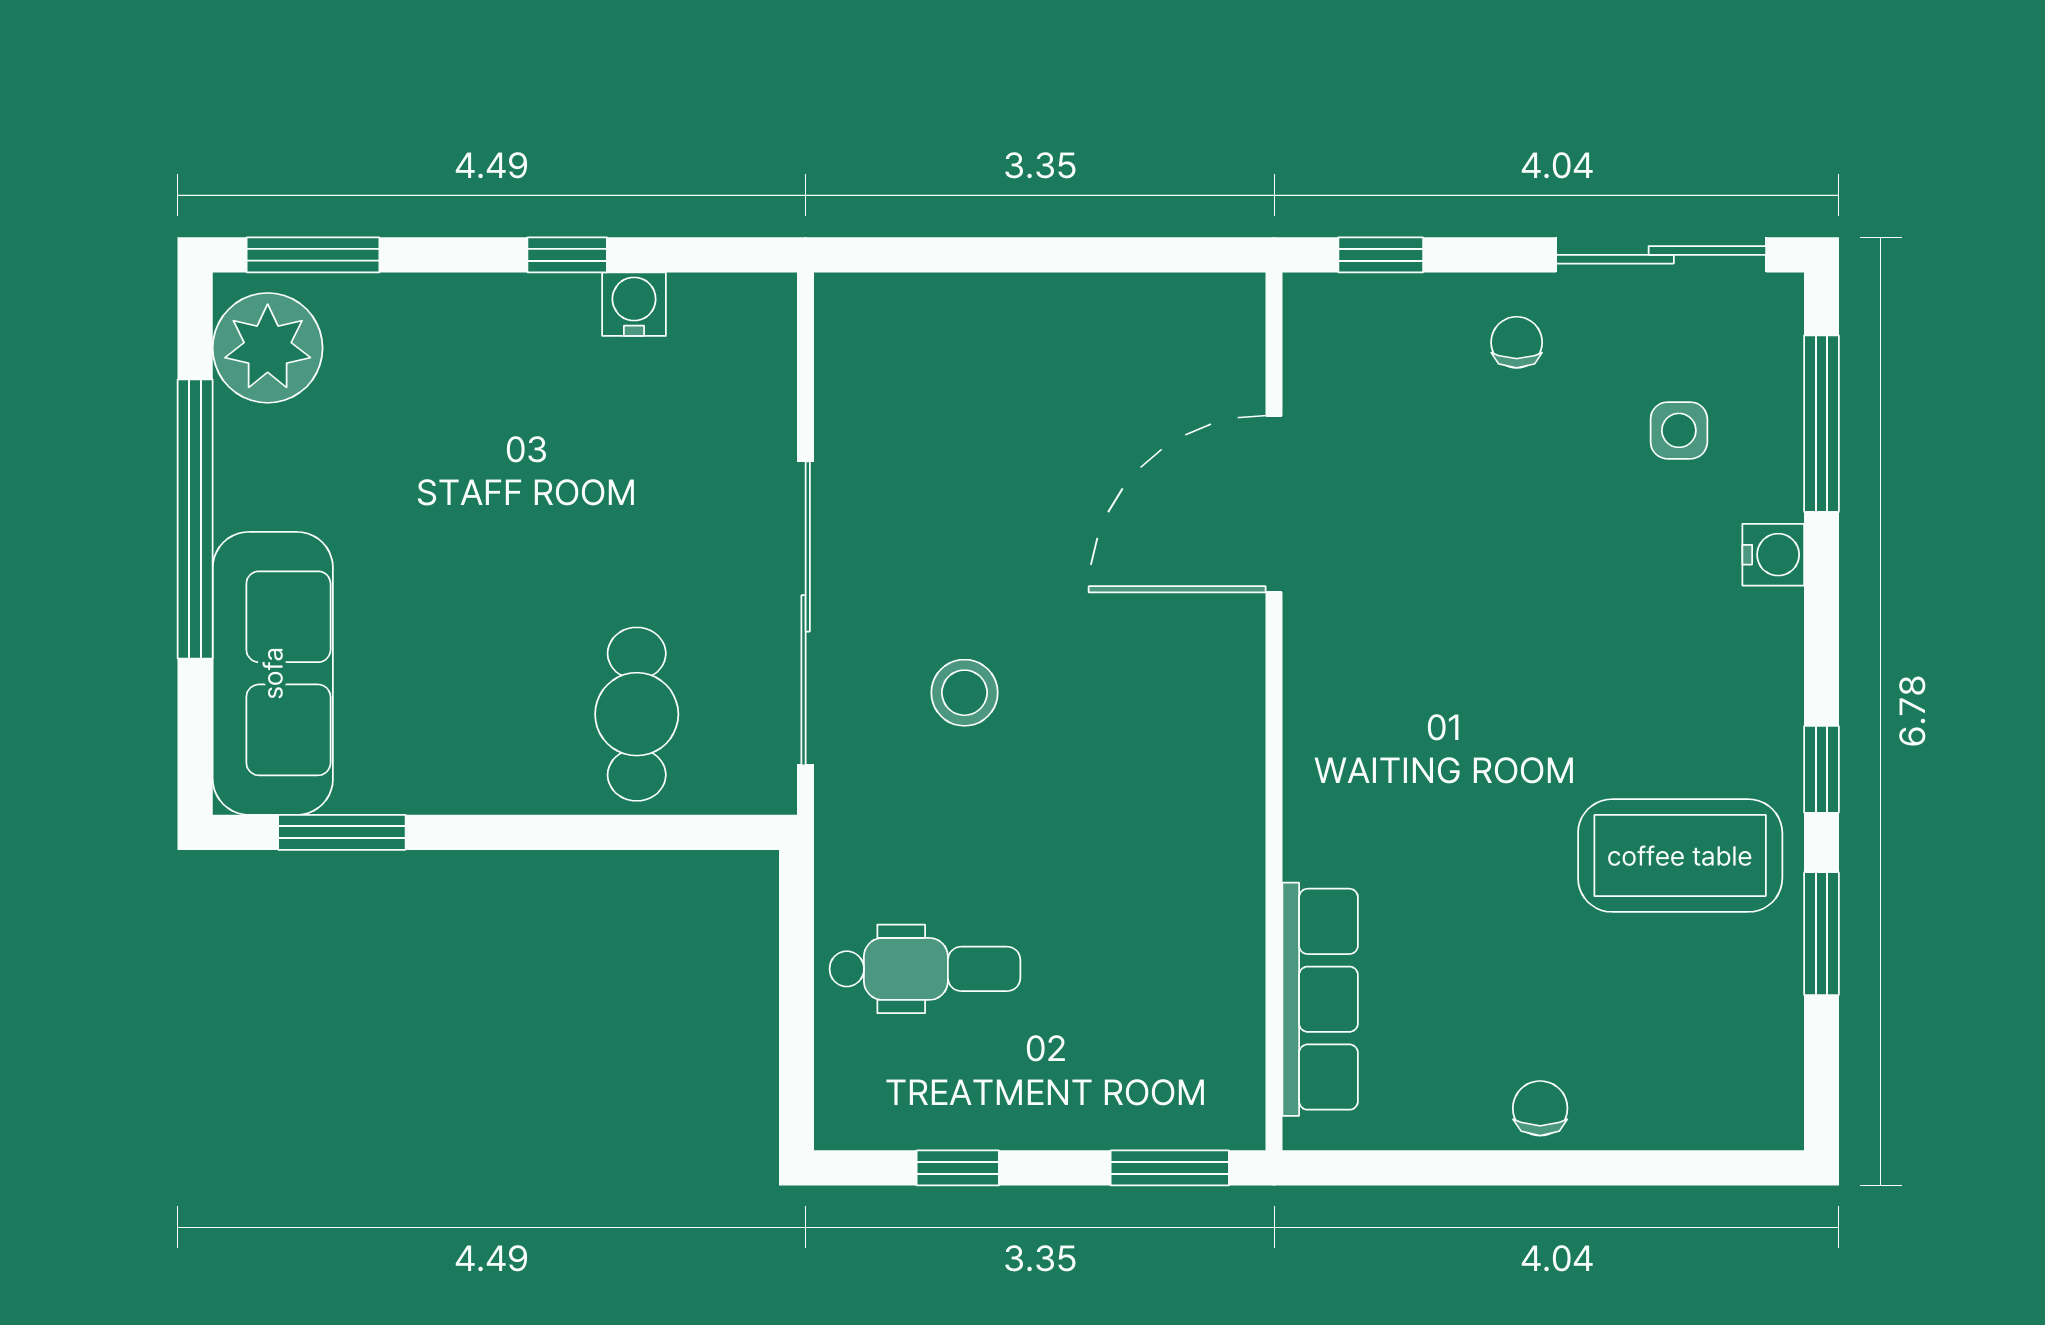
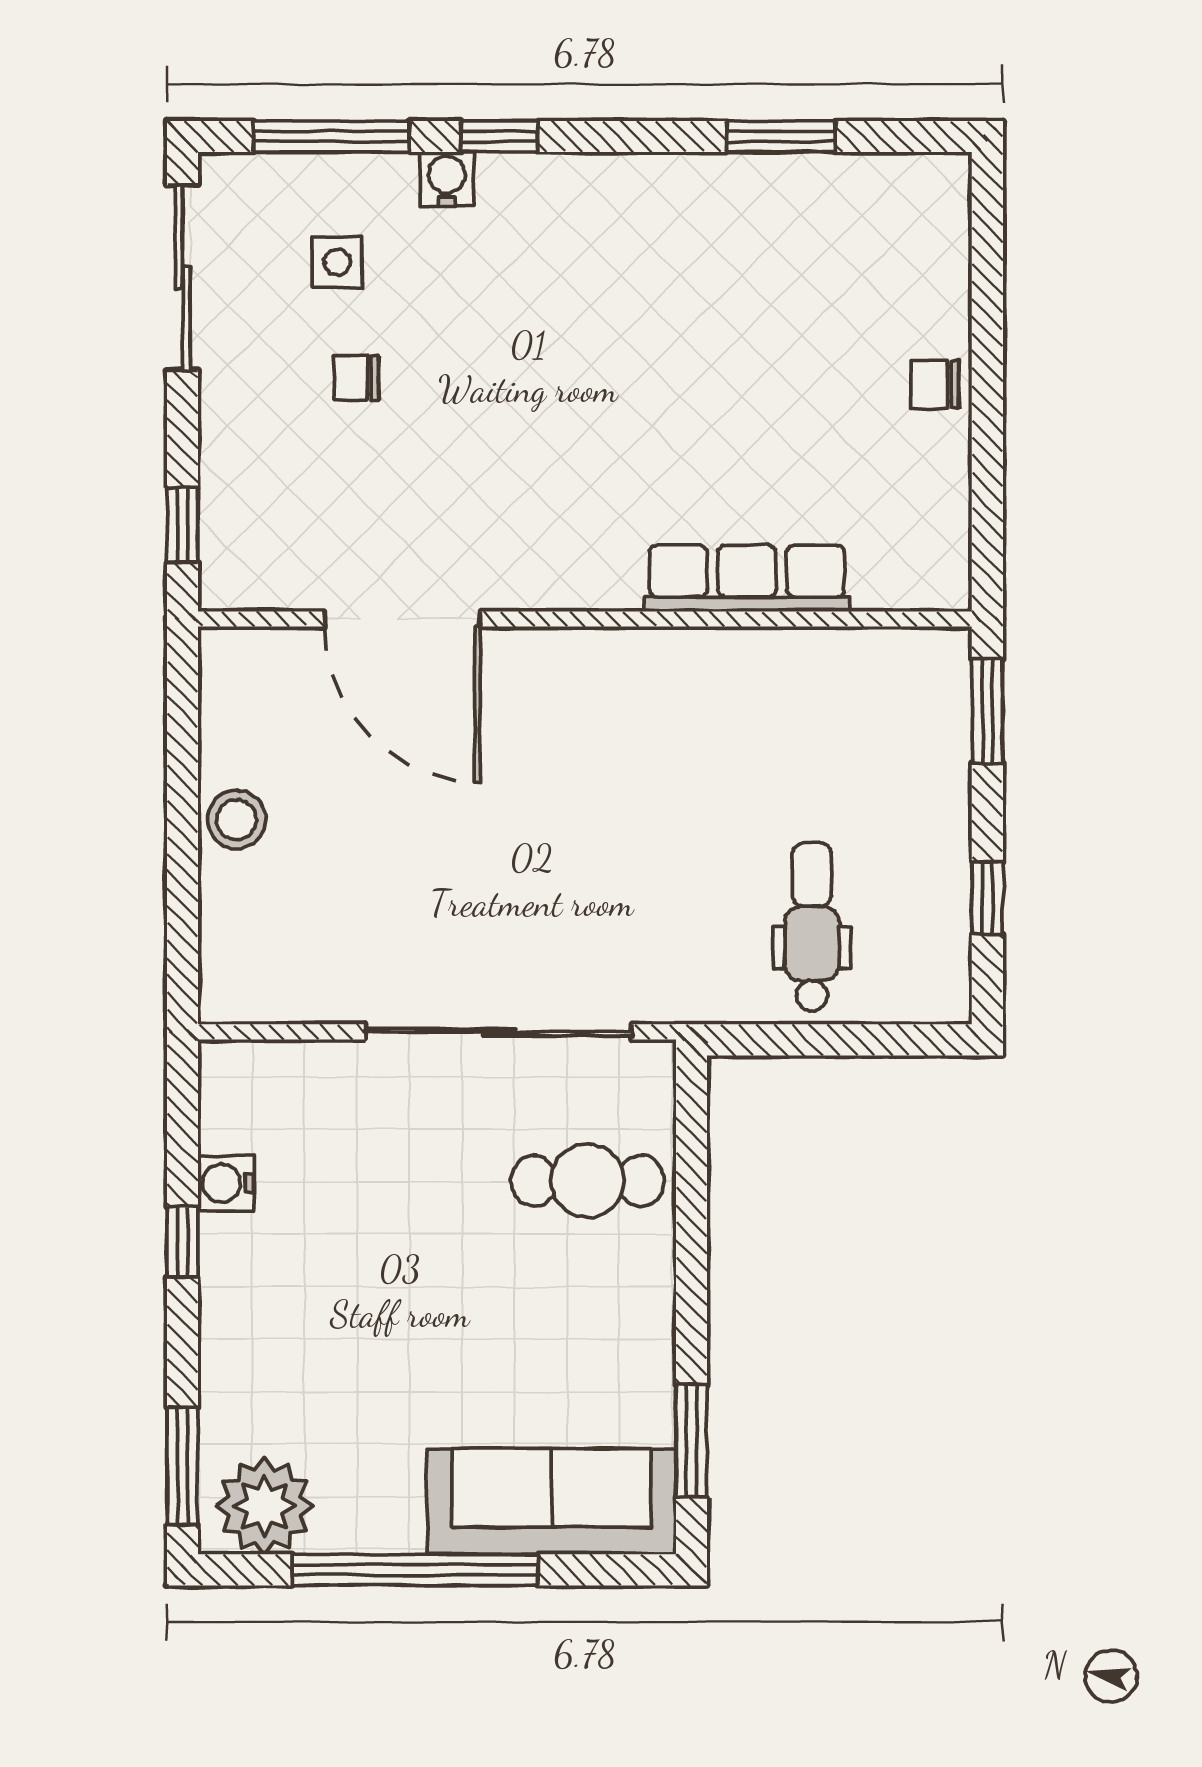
chair: (1517, 342) -> (356, 378), moved
stool: (964, 693) -> (237, 820), moved
window: (1821, 769) -> (499, 136), moved
coffee table: (1680, 856) -> (712, 261), removed
row of seats: (1320, 999) -> (747, 578), moved

